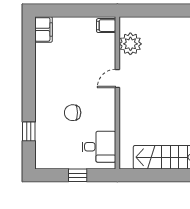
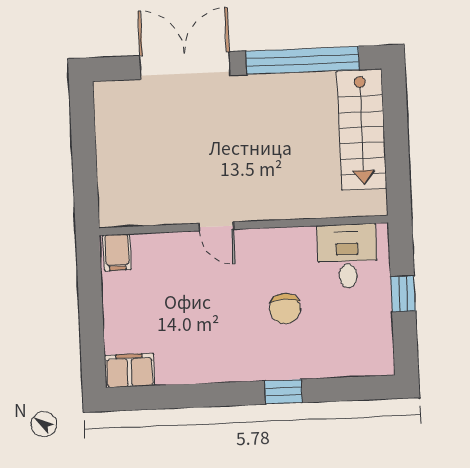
plant: (130, 44) -> (150, 205), removed
window: (29, 131) -> (283, 392), moved

